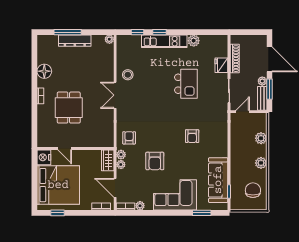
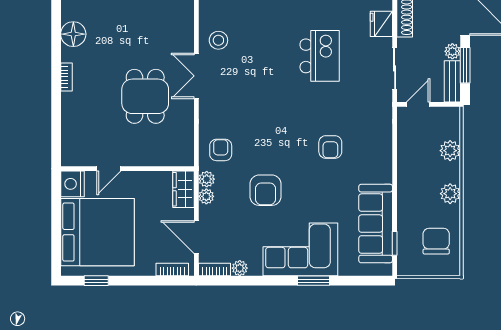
dining table: (69, 108) -> (145, 96), moved
door: (65, 149) -> (109, 169), hinge flipped
window: (202, 213) -> (313, 281), moved

